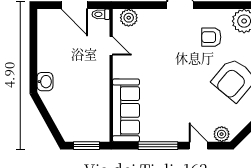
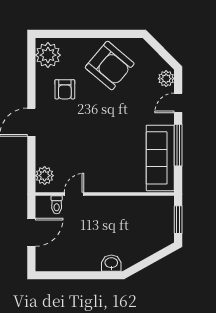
toilet: (101, 14) -> (57, 205), moved
sofa: (126, 110) -> (160, 158), moved, turned -90

